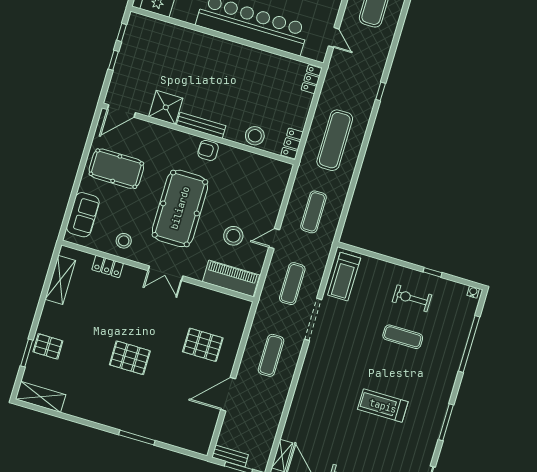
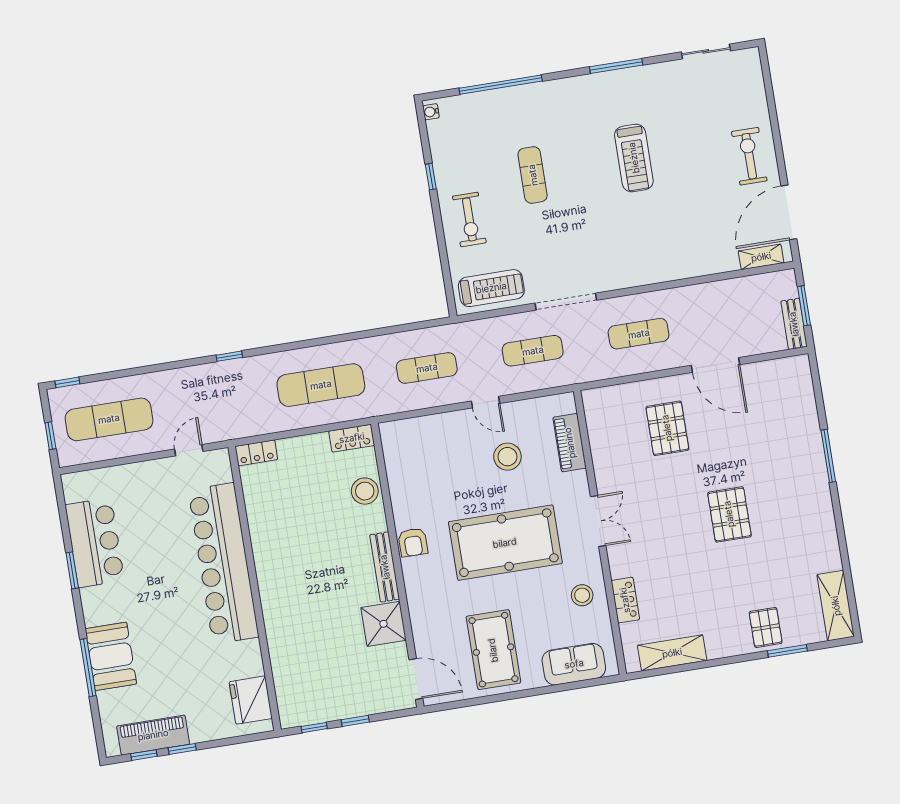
piano: (231, 278) -> (570, 443), width x0.73, depth x0.75
exercise bike: (412, 298) -> (469, 219), moved

